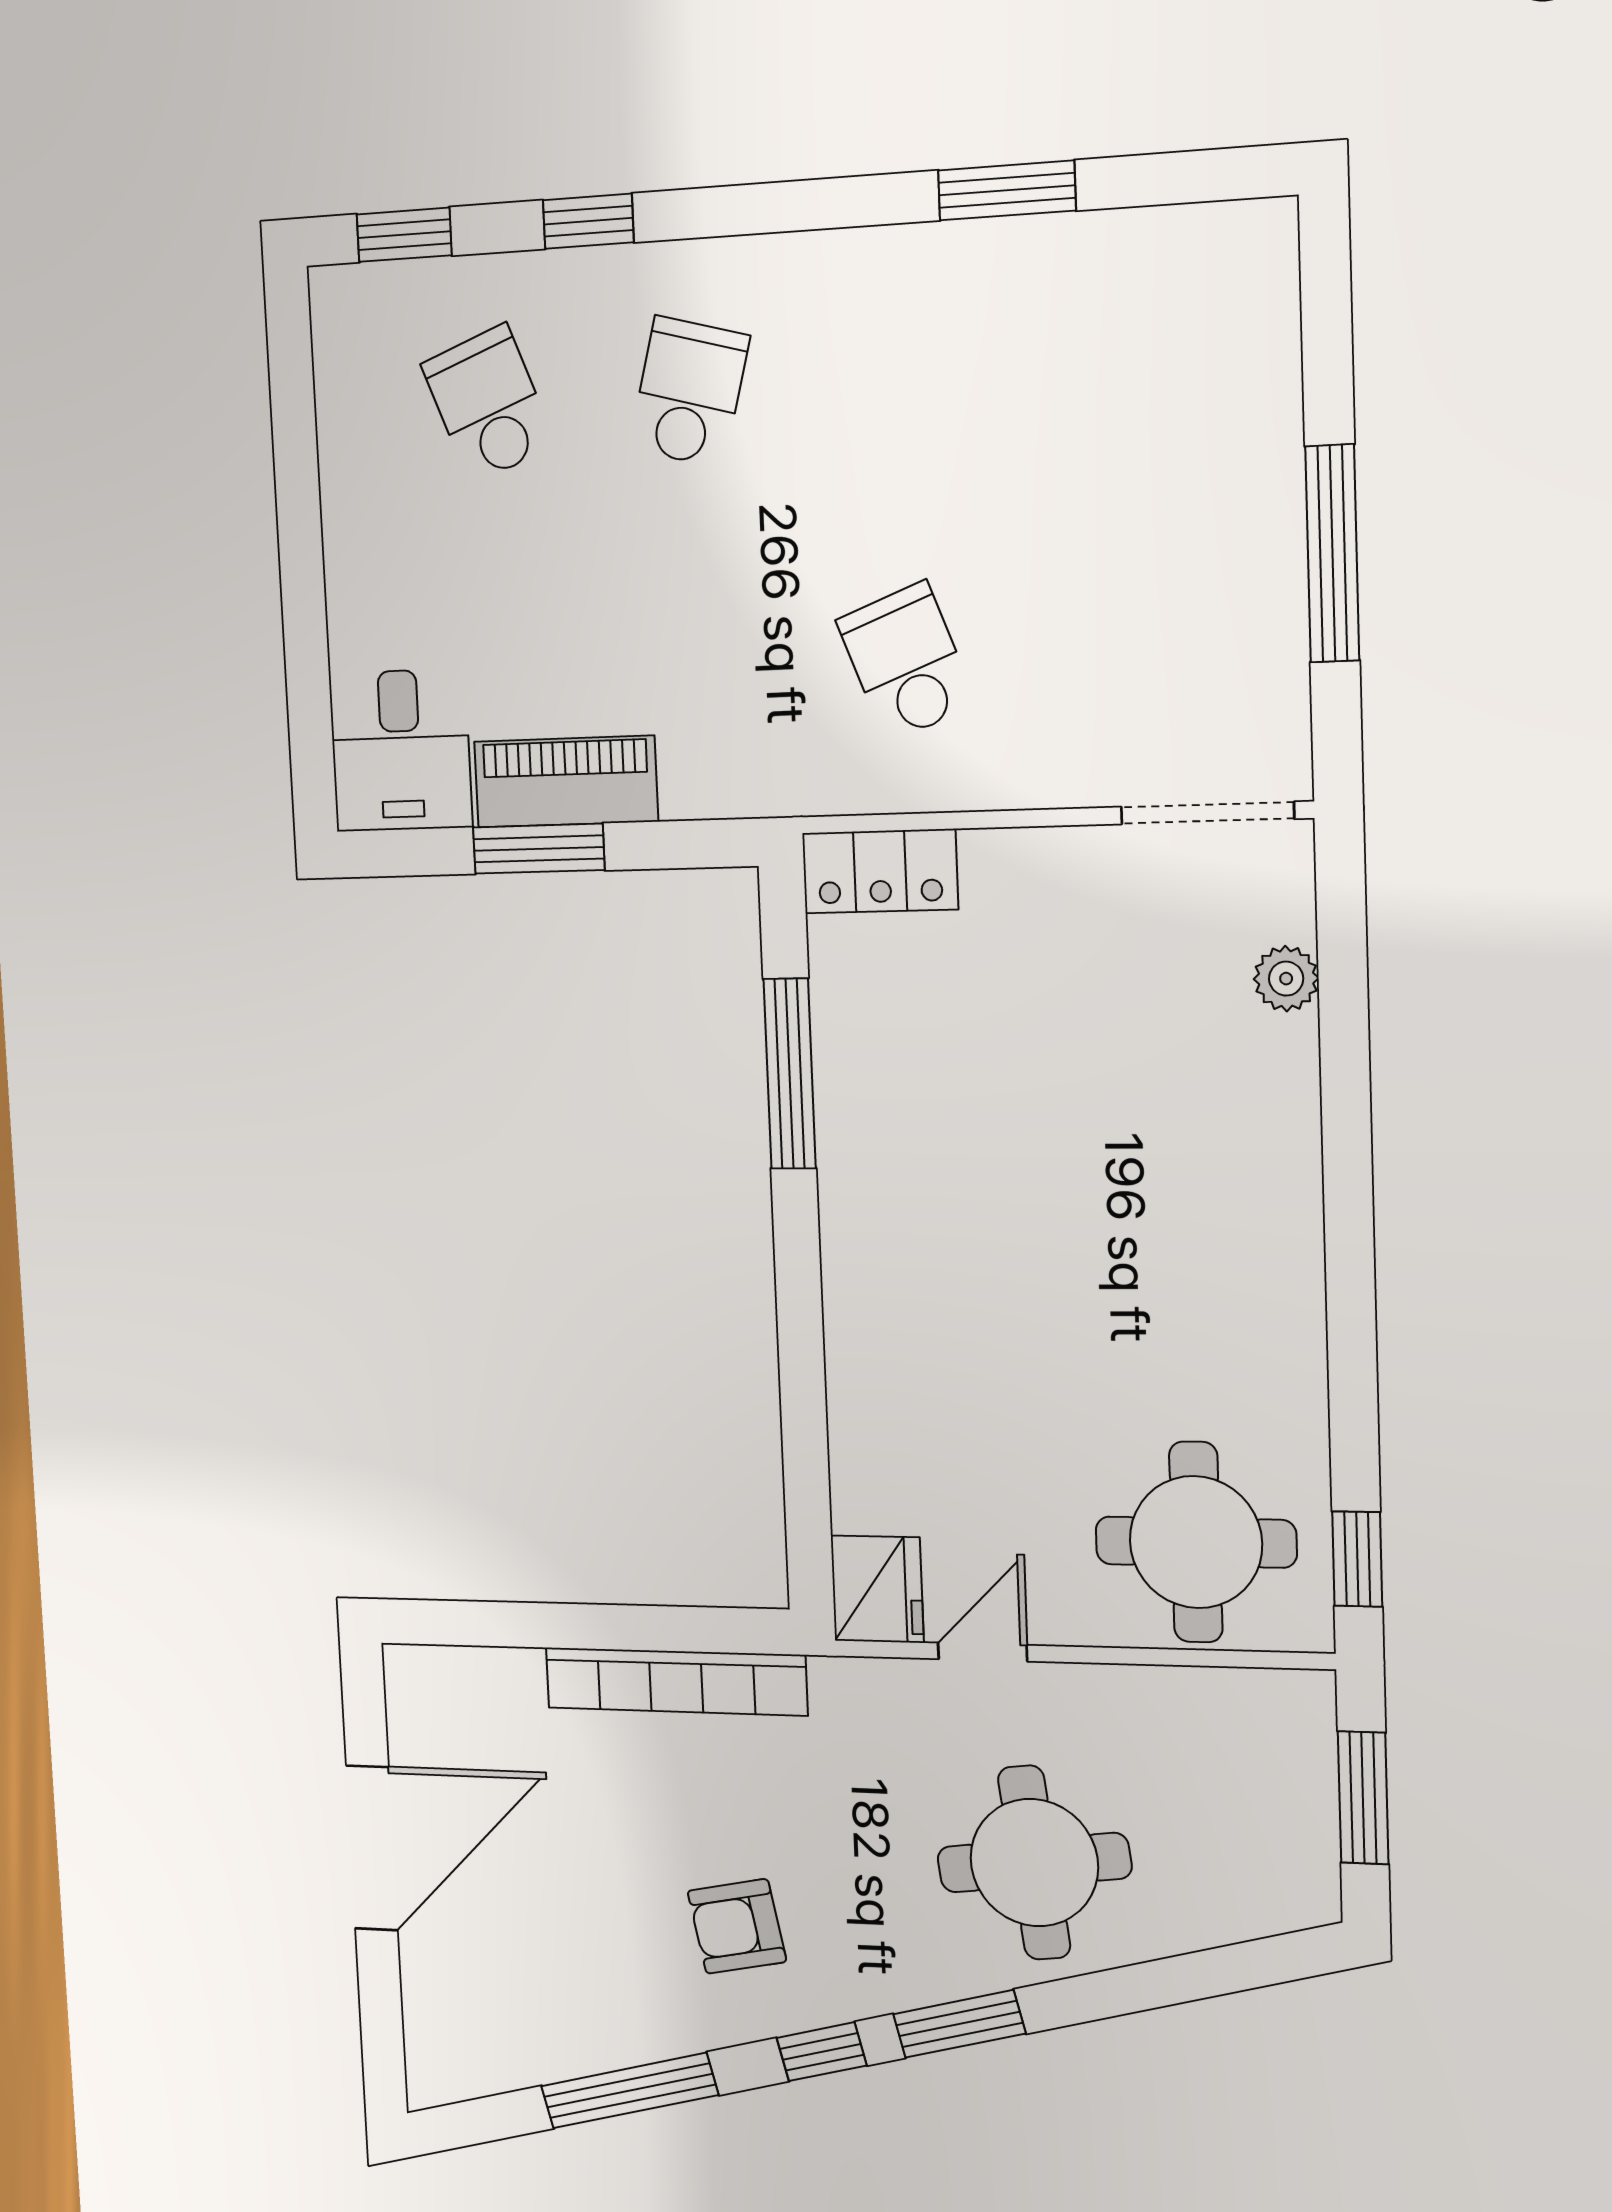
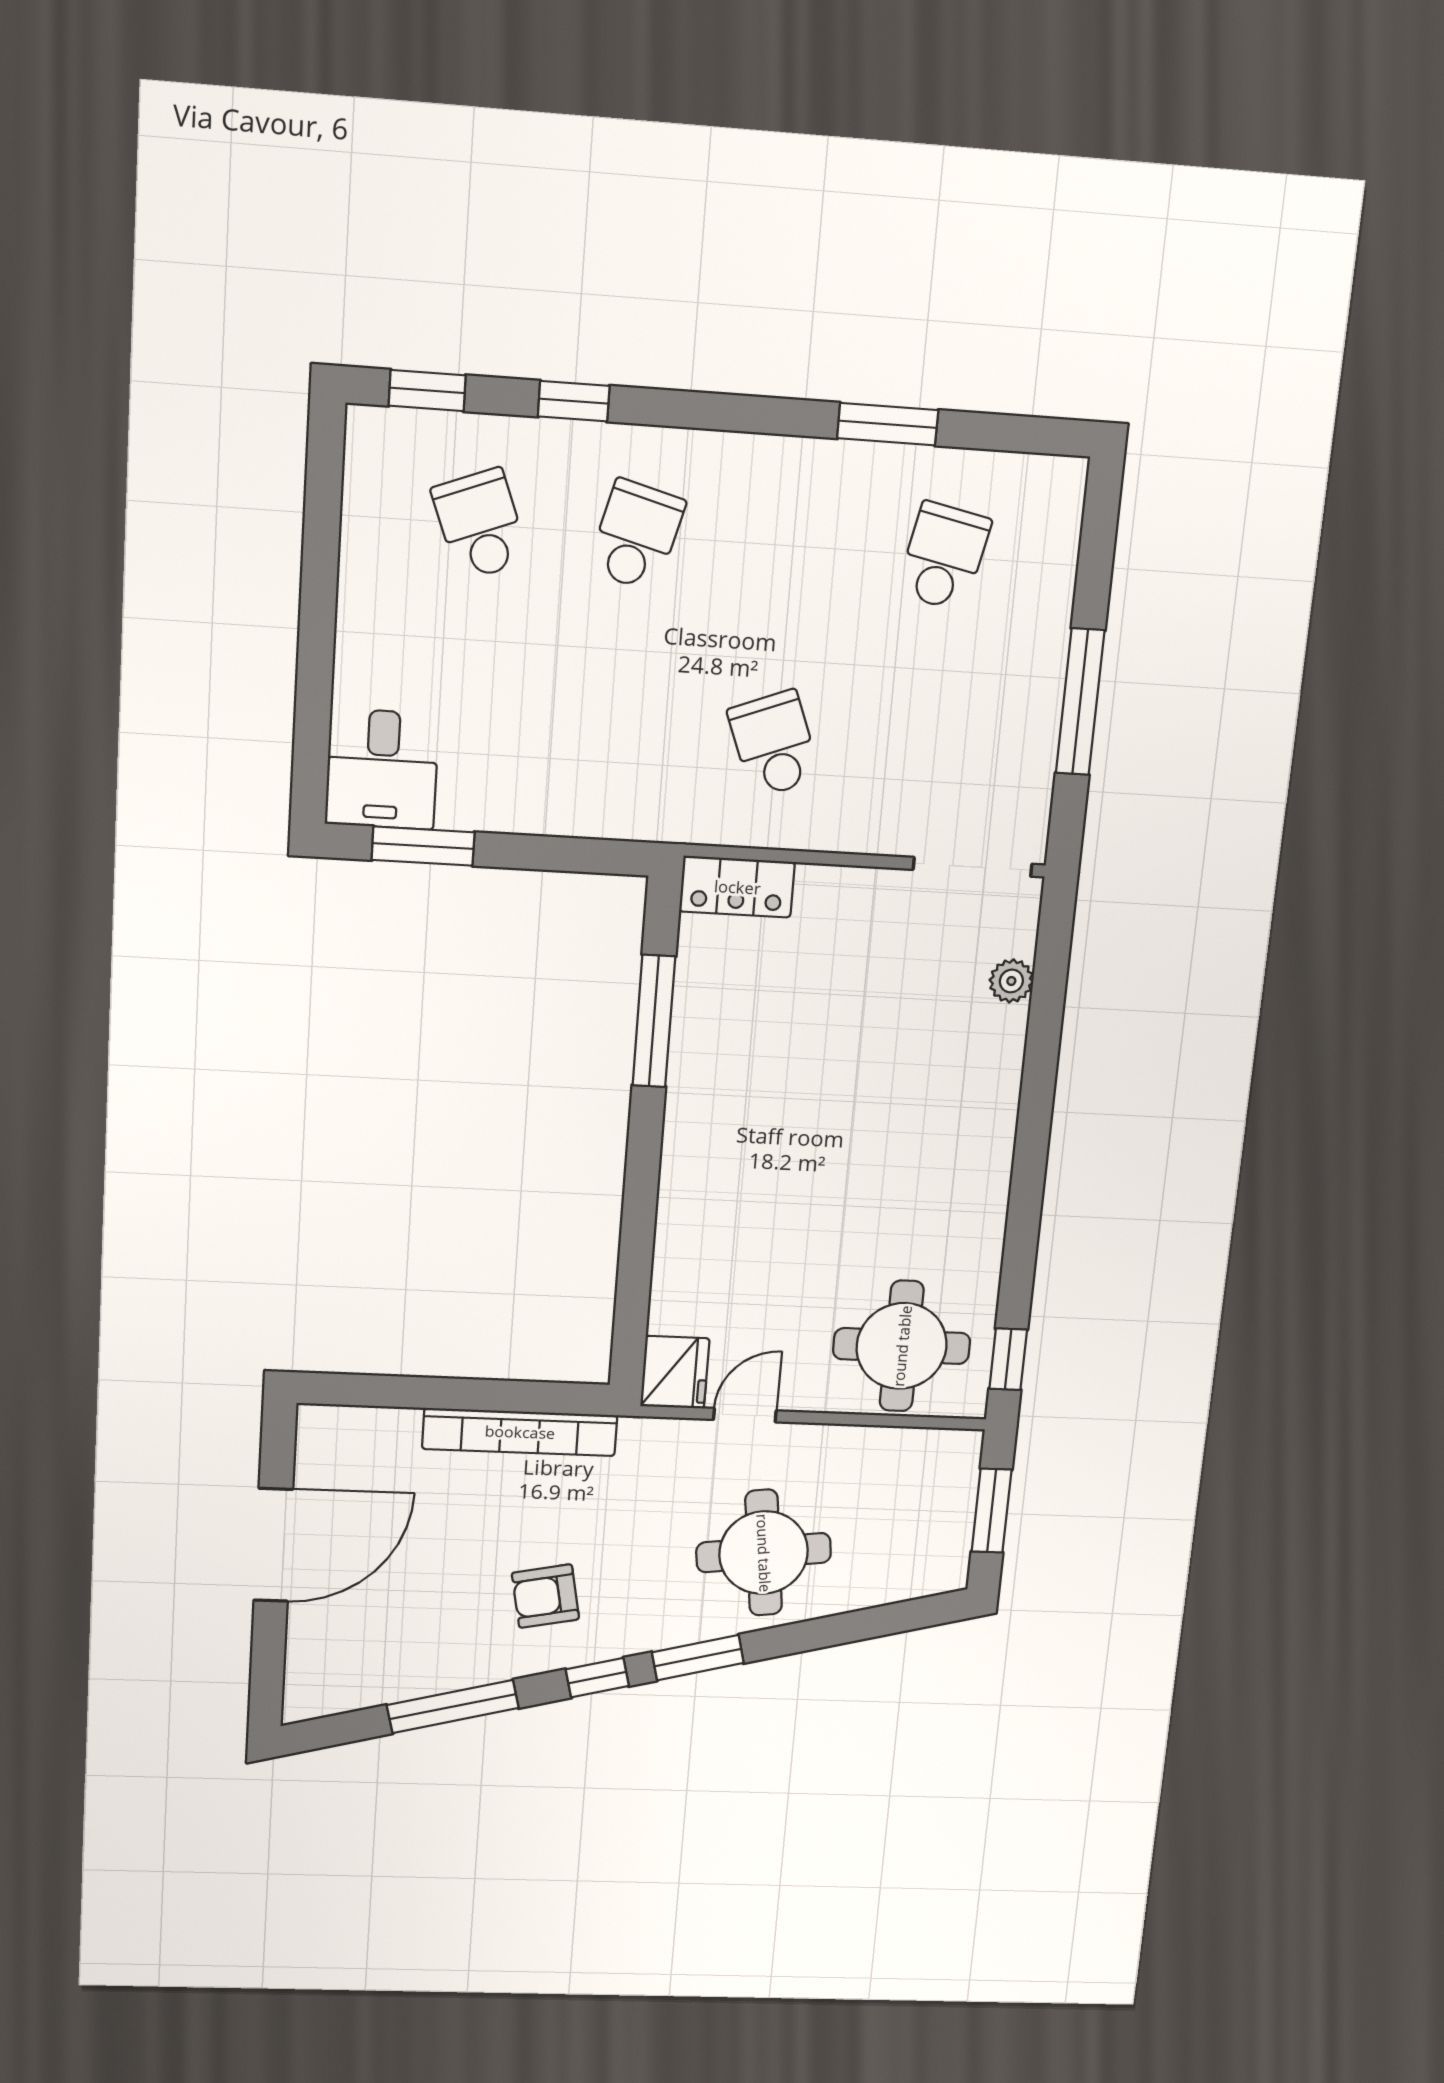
school desk: (1108, 366) -> (944, 556), added
piano: (566, 782) -> (509, 803), removed
window: (539, 849) -> (423, 846), moved

